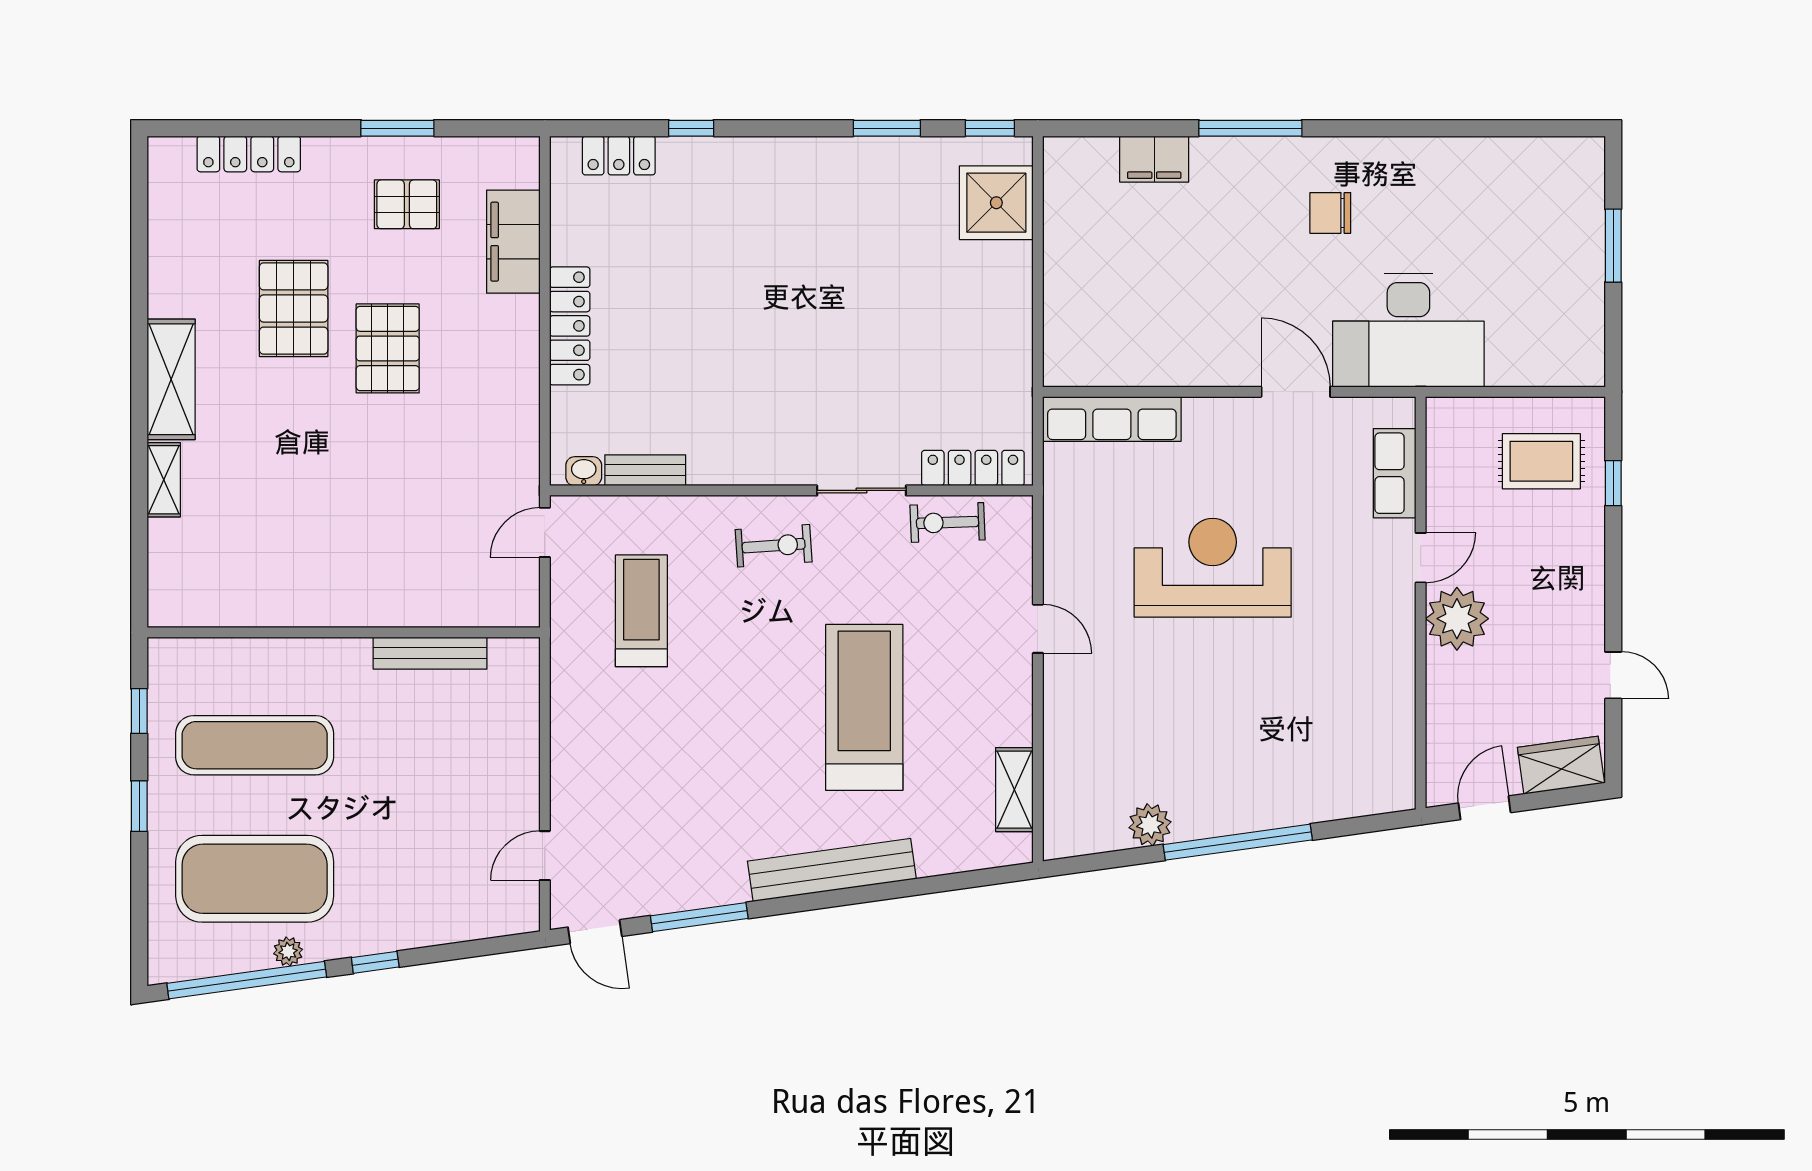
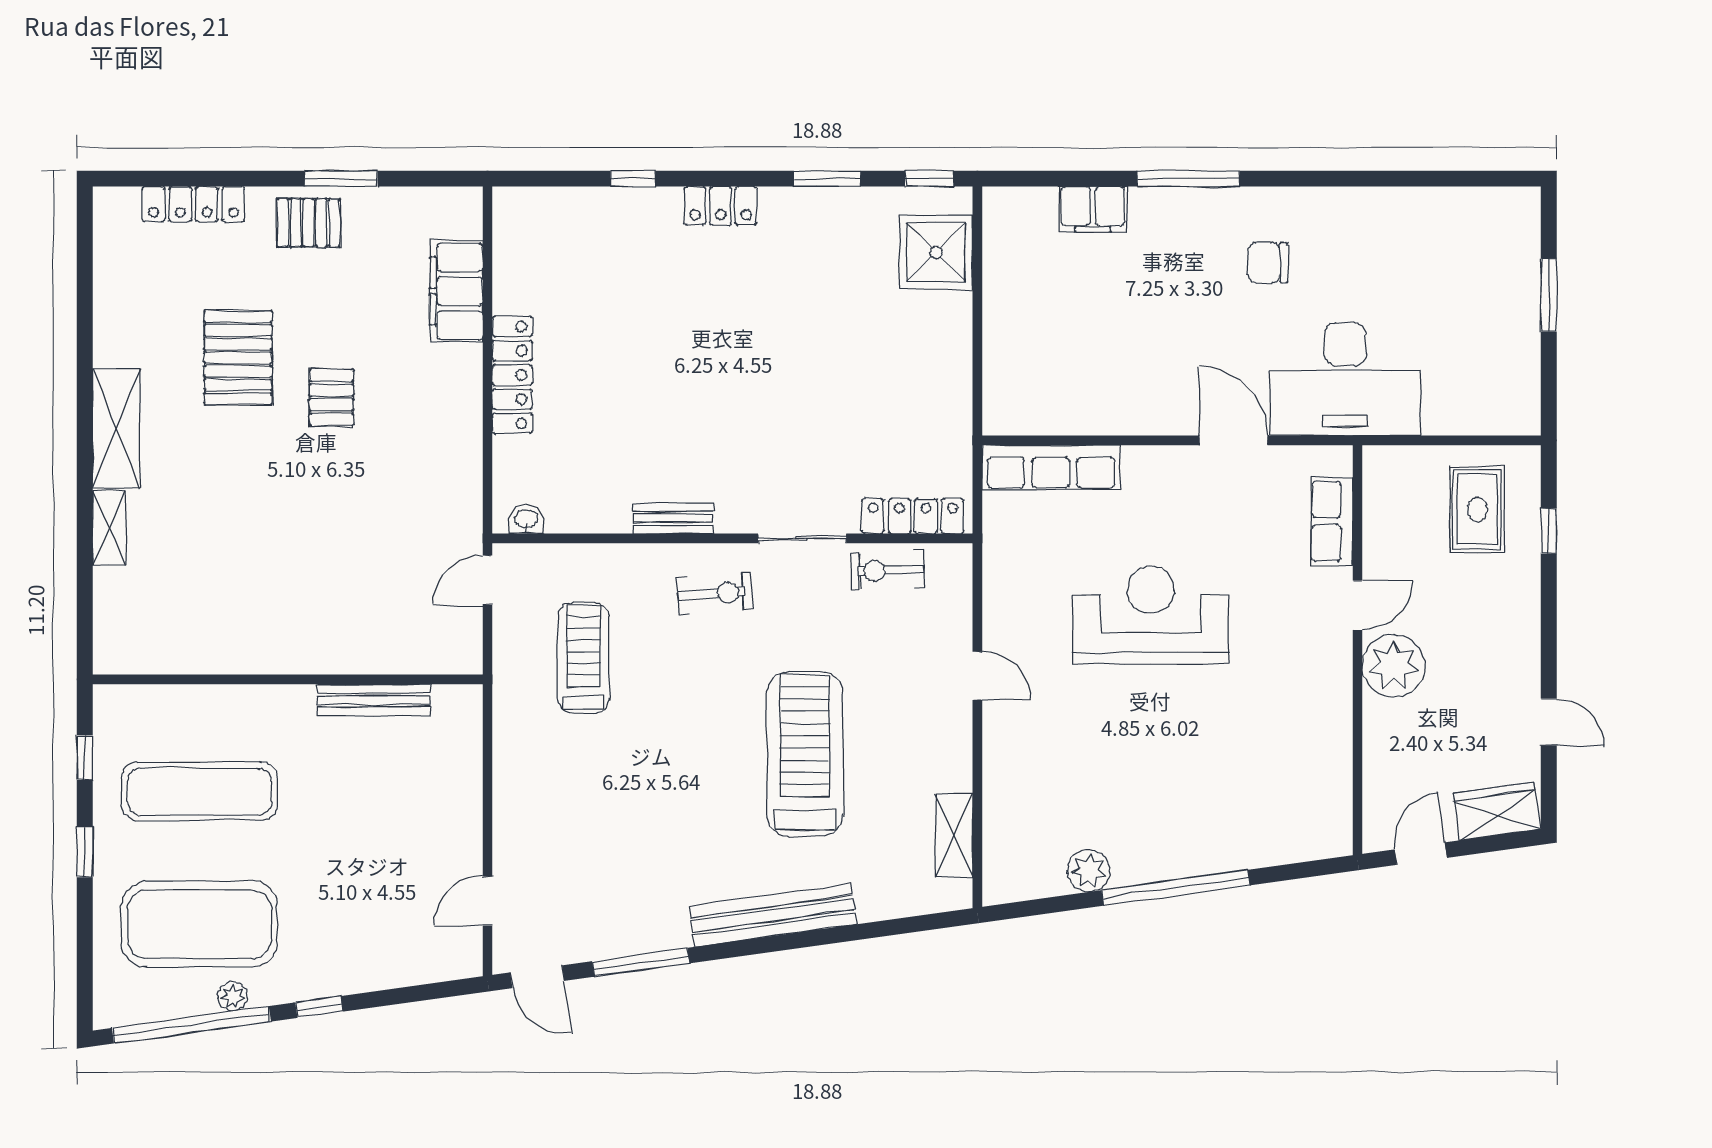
locker: (619, 156) -> (721, 206), moved
pallet: (407, 204) -> (309, 223), moved
pallet: (388, 348) -> (331, 397), width x0.67, depth x0.71
rug: (1541, 461) -> (1477, 509), turned 90
bench: (645, 470) -> (673, 518), moved

